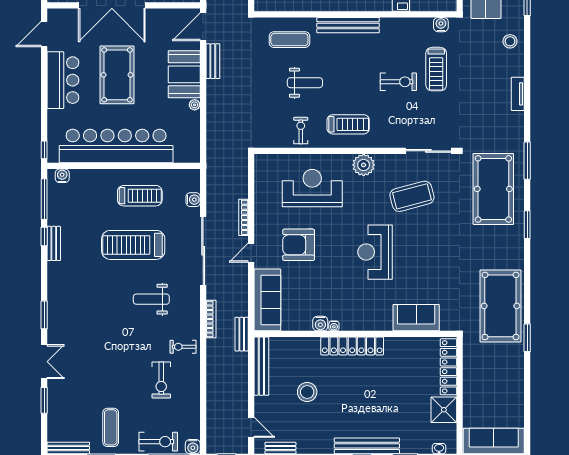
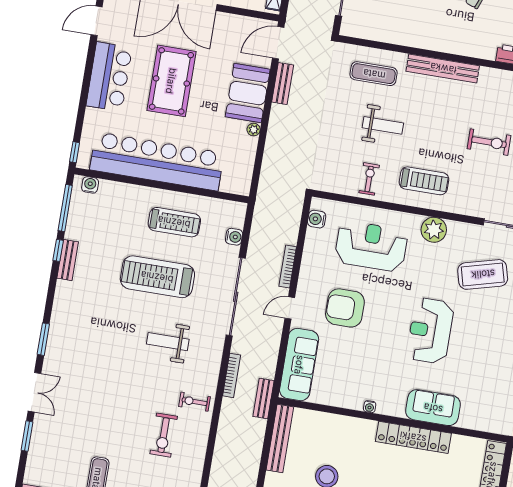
sofa: (416, 318) -> (433, 408), moved
water cooler: (320, 324) -> (317, 219), moved, turned 90
locker: (352, 346) -> (413, 437), moved

